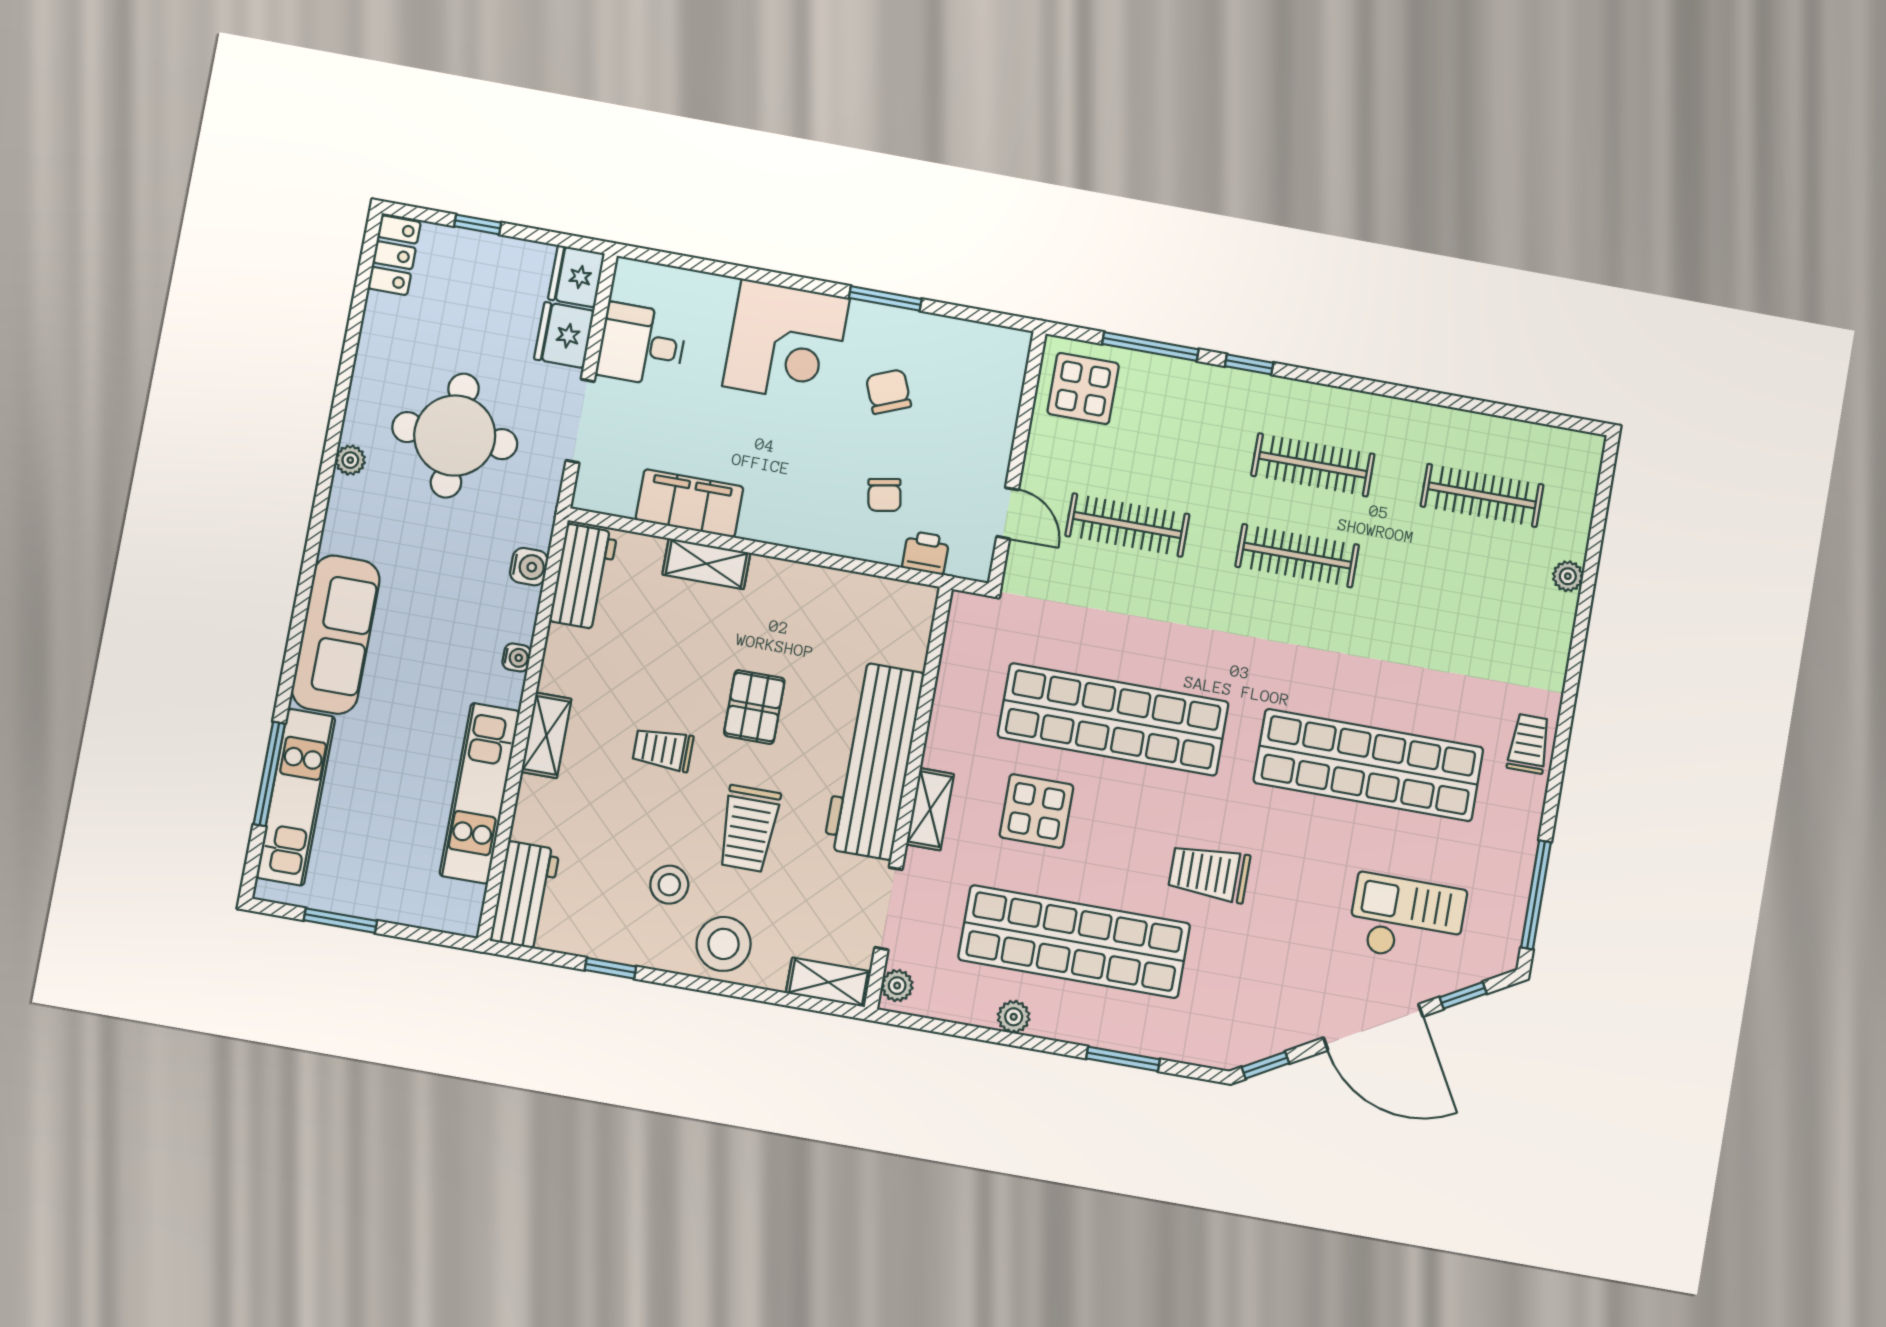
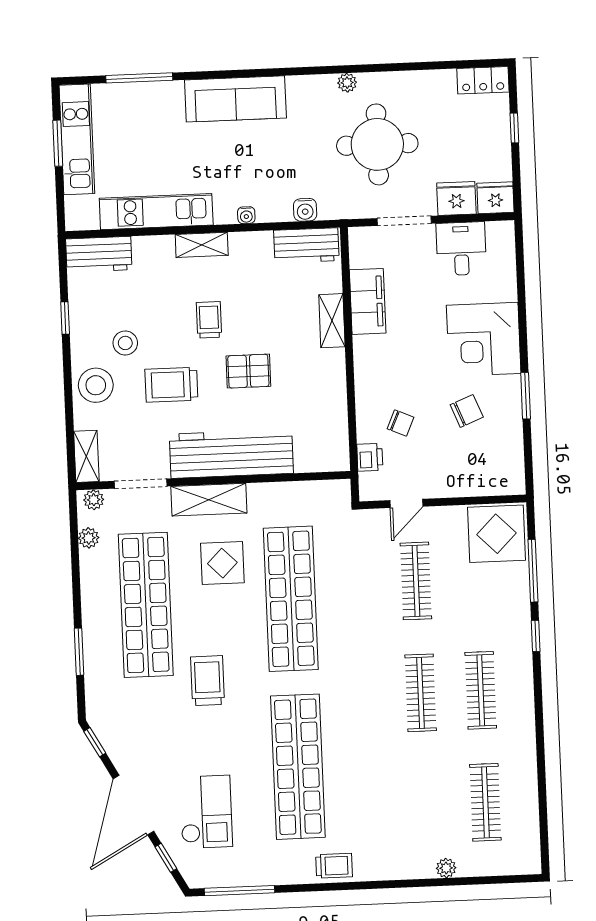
display table: (1083, 389) -> (496, 534), width x1.36, depth x1.36
chair: (884, 495) -> (401, 423), turned -146
kitchen unit: (296, 797) -> (77, 139), moved, turned -90
shelving: (930, 809) -> (209, 500), width x1.50, depth x1.33
plant: (1014, 1017) -> (89, 538), moved

